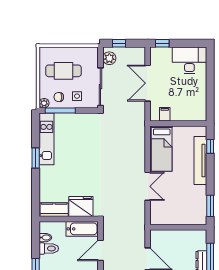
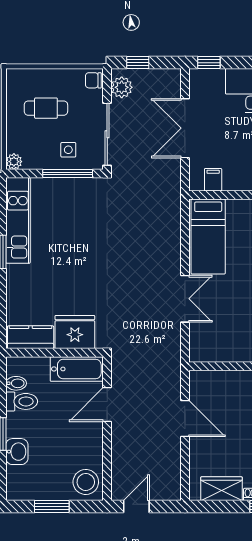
cafe table: (63, 71) -> (46, 108), width x0.73, depth x0.74
chair: (59, 97) -> (93, 80), moved
window: (60, 110) -> (68, 174), moved

